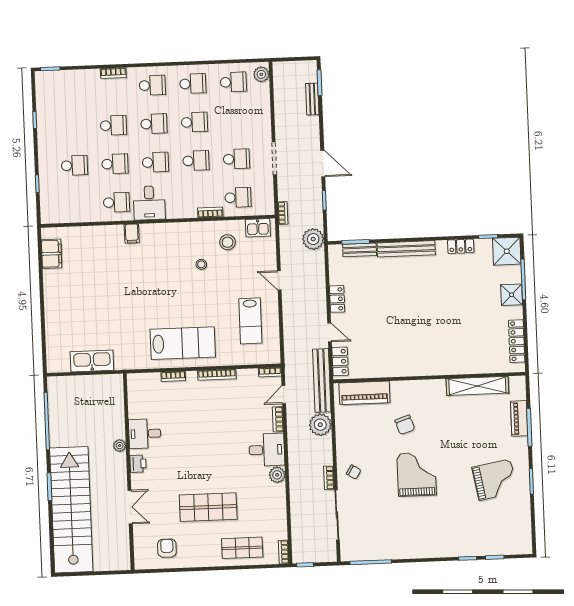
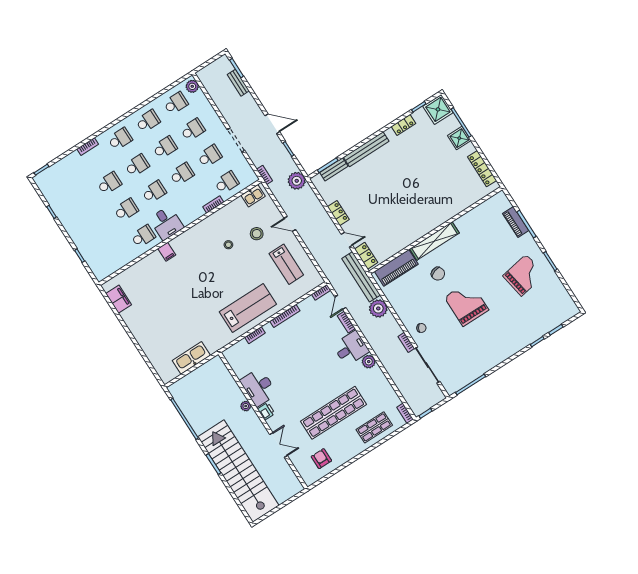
school desk: (74, 165) -> (193, 130), moved
stool: (228, 242) -> (257, 234), moved
shelving: (477, 386) -> (434, 241), moved
desk: (145, 434) -> (258, 387), width x1.37
shop shelf: (208, 507) -> (334, 413), width x1.40

